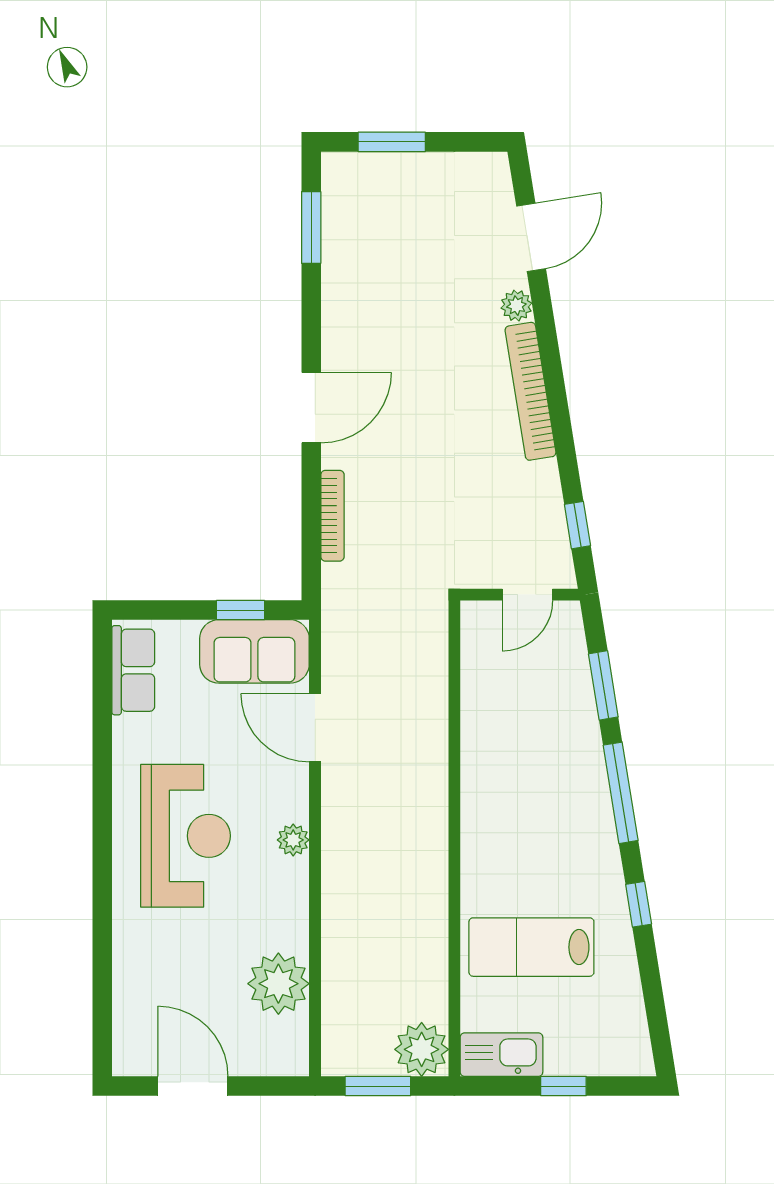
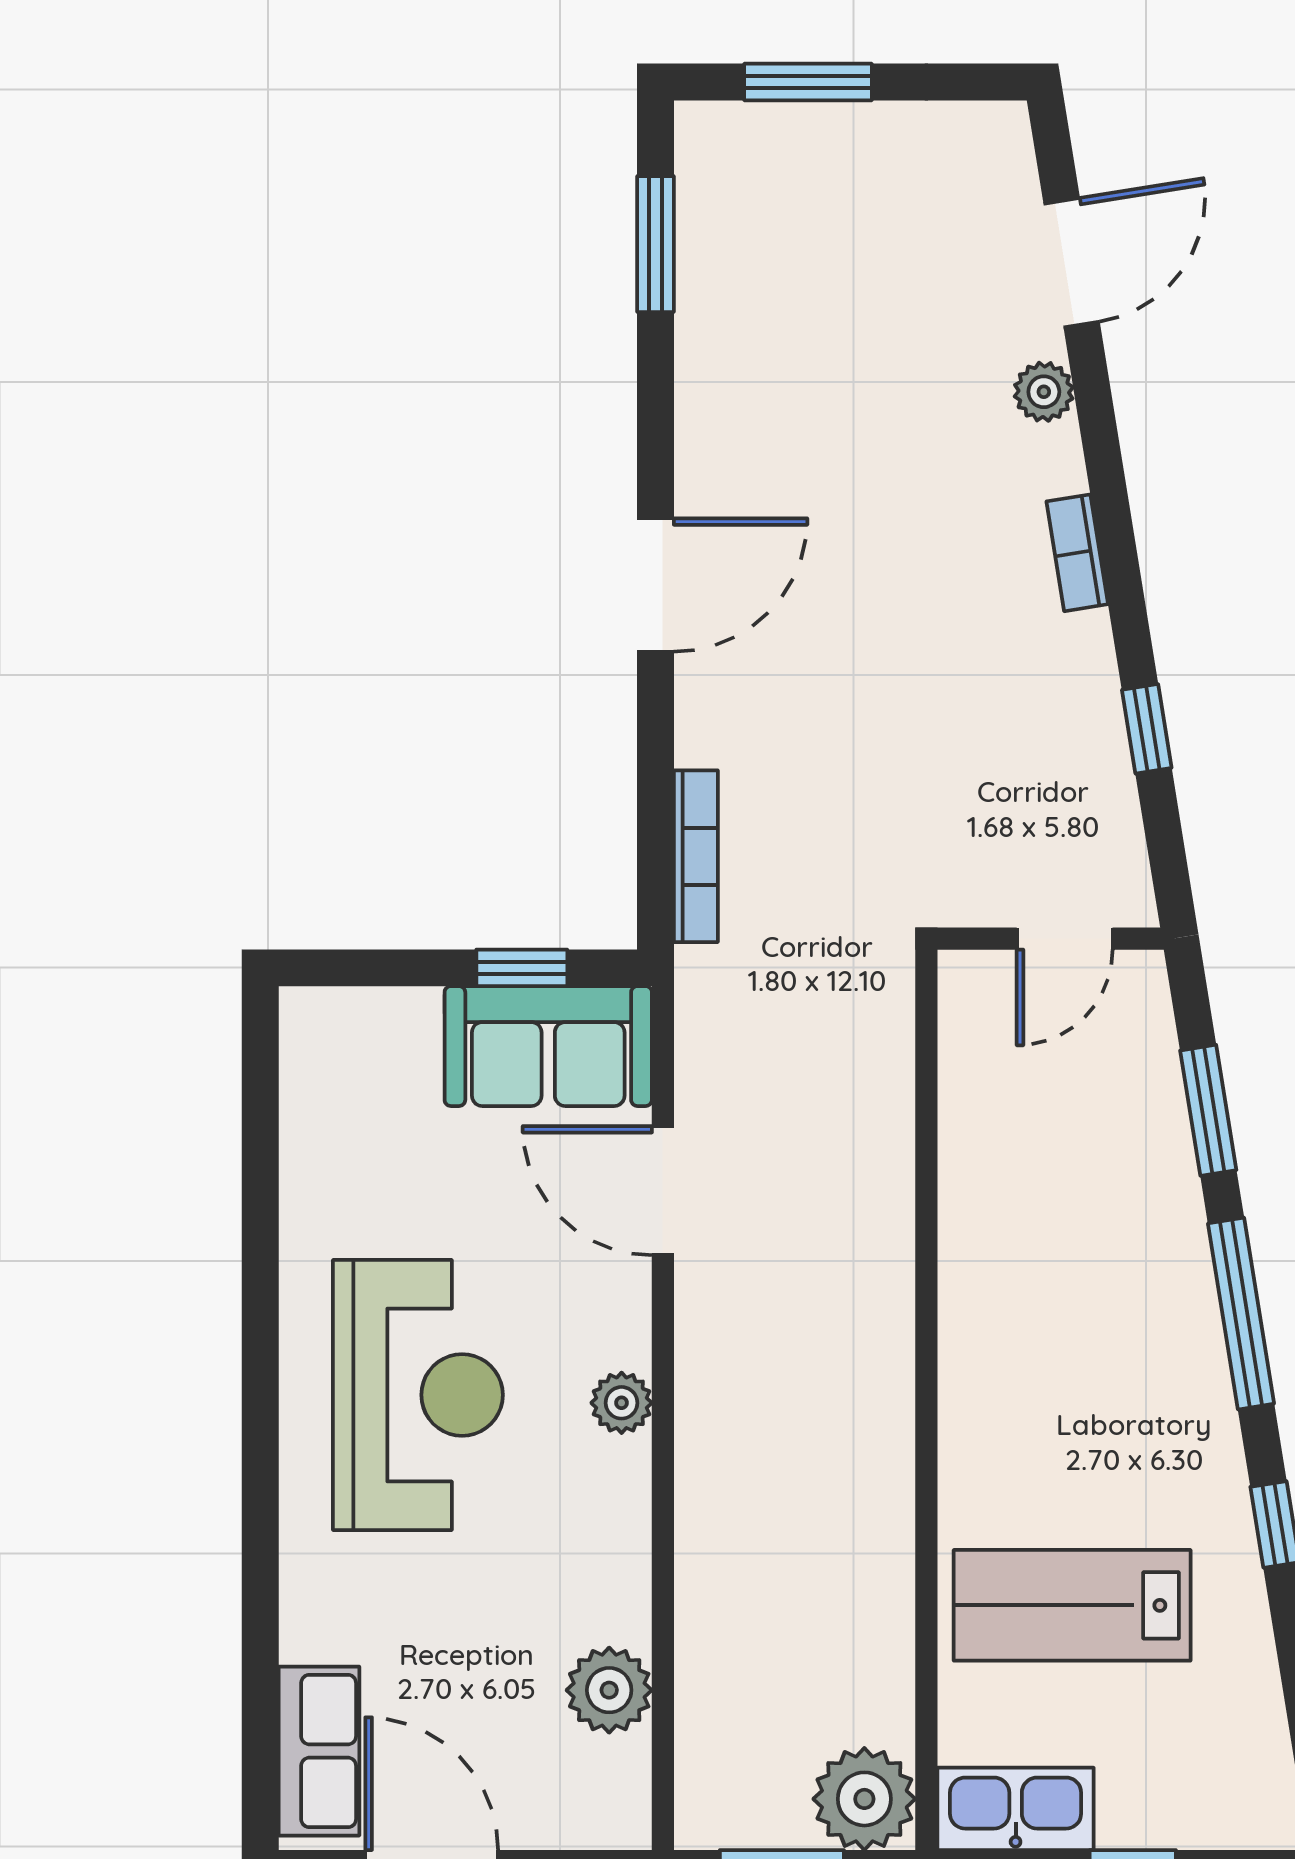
bookcase: (530, 391) -> (1077, 553), width x0.43, depth x0.76
bookcase: (332, 516) -> (696, 856), moved
window: (577, 525) -> (1147, 729), moved
row of seats: (133, 670) -> (319, 1751), moved
plant: (278, 984) -> (609, 1690), width x0.73, depth x0.73

